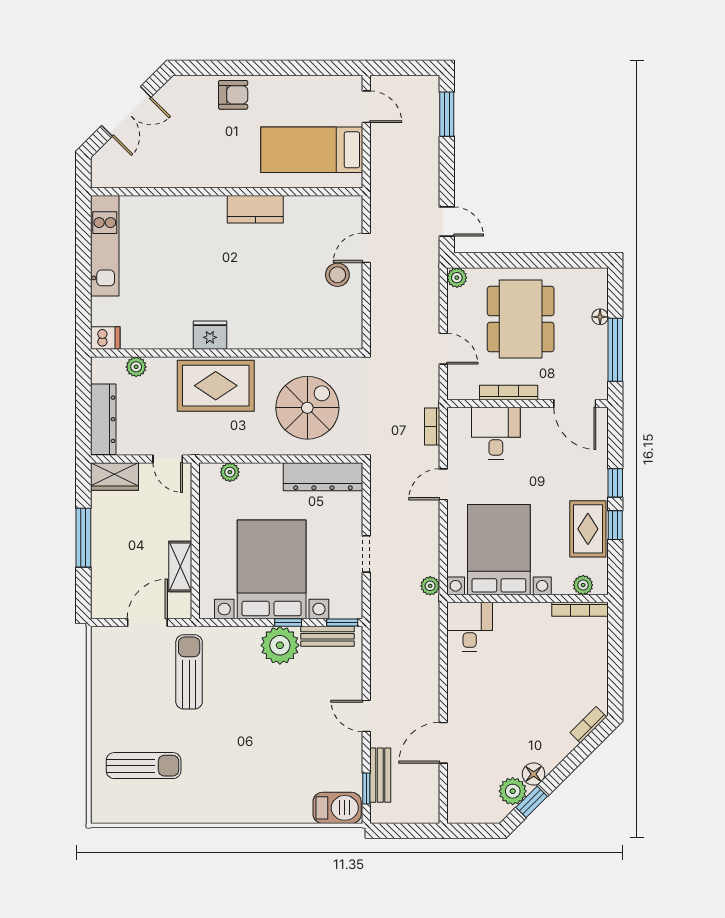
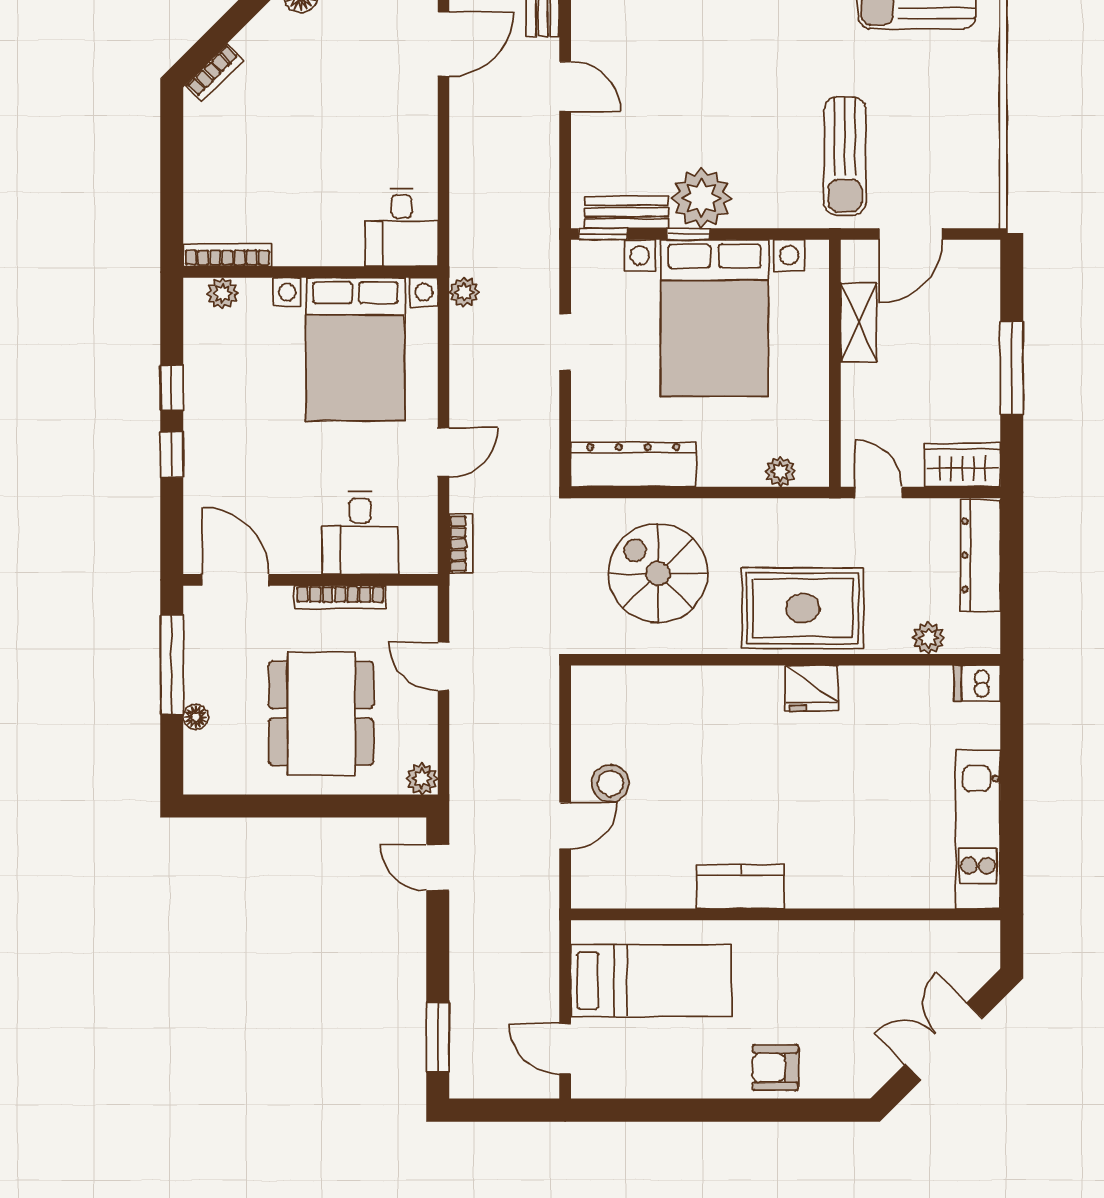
spiral stairs: (307, 408) -> (658, 573), turned 90
rug: (588, 529) -> (215, 382), removed

